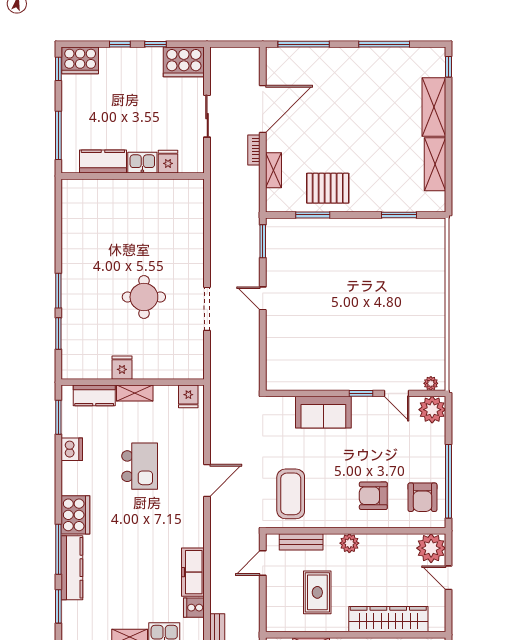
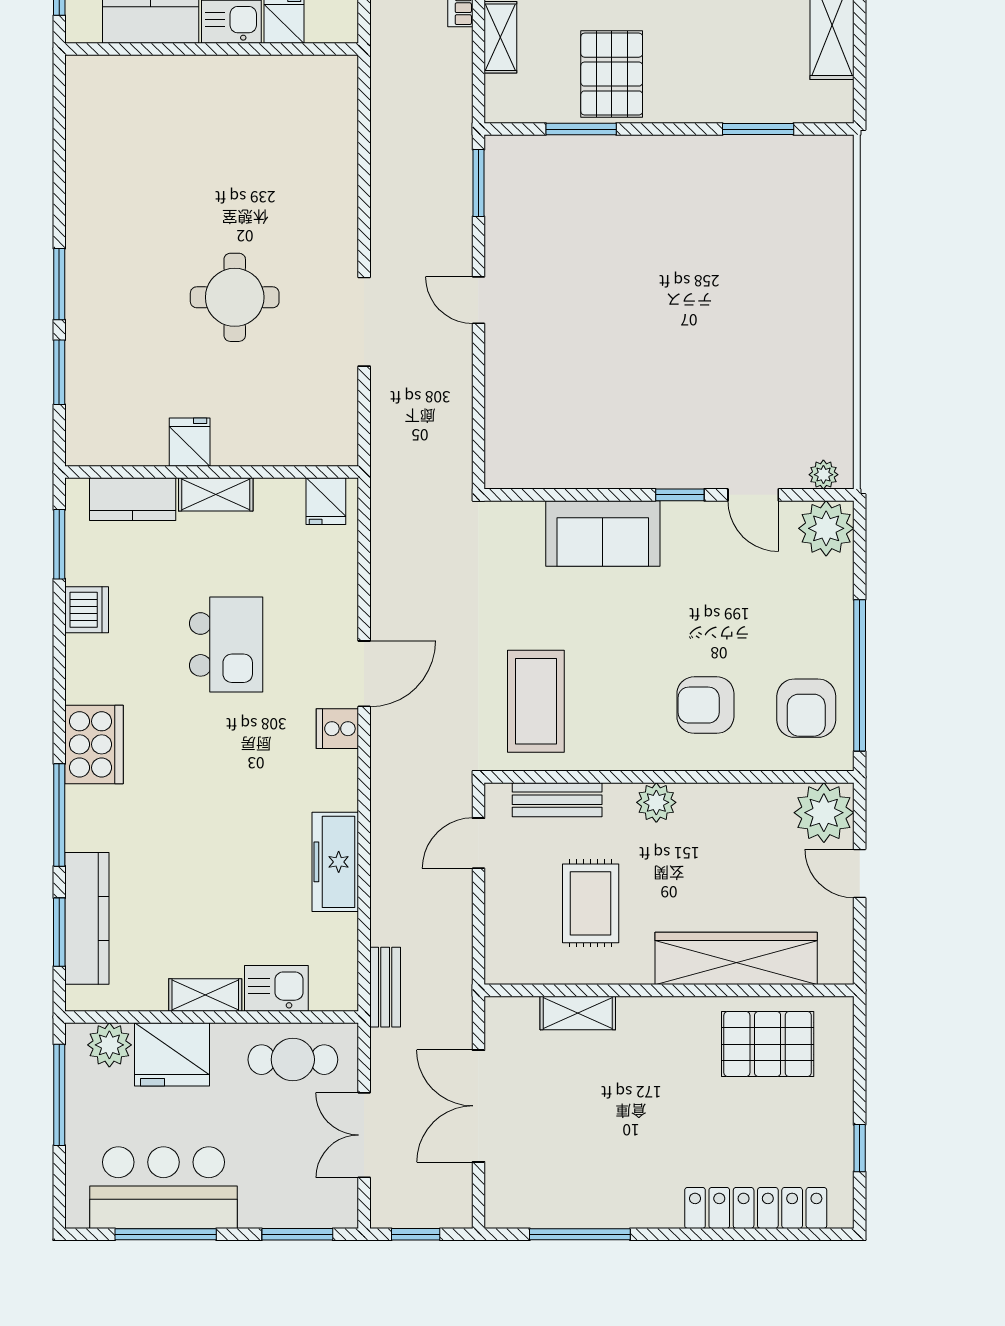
pallet: (328, 188) -> (612, 74), turned 90
kitchen counter: (72, 568) -> (87, 918), moved
cooker: (194, 608) -> (337, 729), moved

